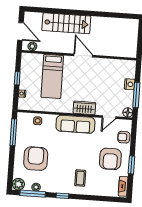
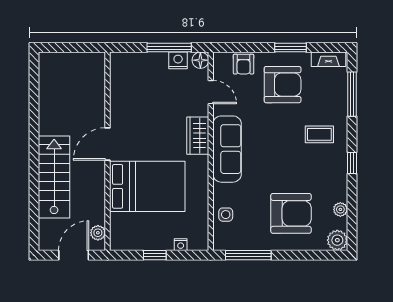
bed: (52, 76) -> (147, 186), width x1.50
nightstand: (130, 84) -> (178, 60), moved
armchair: (36, 159) -> (291, 213), turned 180
window: (33, 194) -> (352, 94), moved

